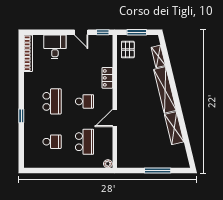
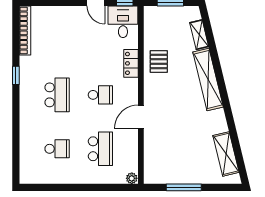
desk: (55, 47) -> (123, 22), moved
pallet: (128, 50) -> (159, 62), moved
window: (21, 116) -> (16, 75), moved
shelving: (174, 128) -> (226, 154), moved
window: (158, 171) -> (184, 187), moved

